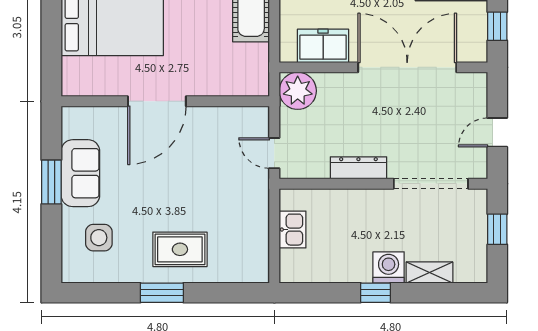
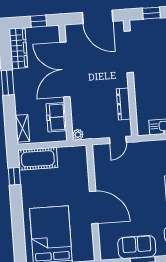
plant: (298, 91) -> (78, 135), width x0.53, depth x0.53
door: (497, 132) -> (98, 17), width x1.87
dresser: (358, 168) -> (124, 104), moved

